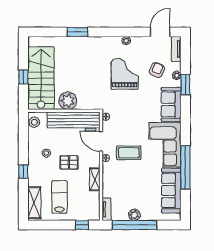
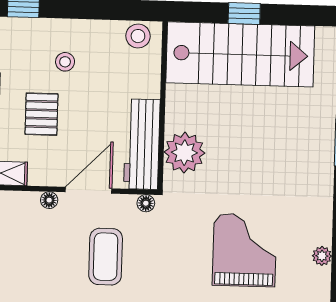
grand piano: (125, 74) -> (245, 250), turned -90
plant: (68, 101) -> (184, 153), moved
workbench: (74, 121) -> (142, 144), width x0.73, depth x0.76
coffee table: (129, 153) -> (106, 257), moved

